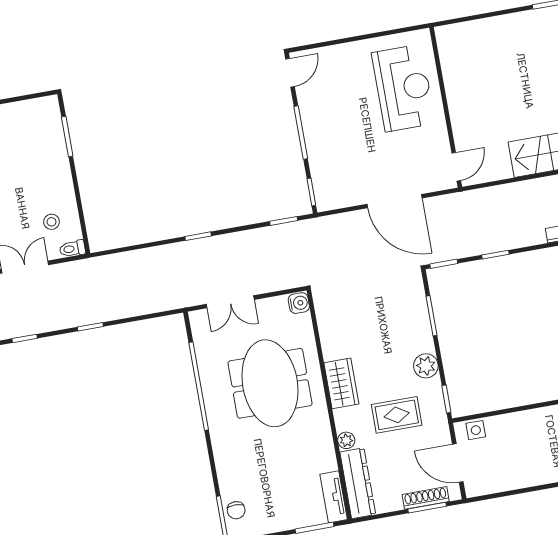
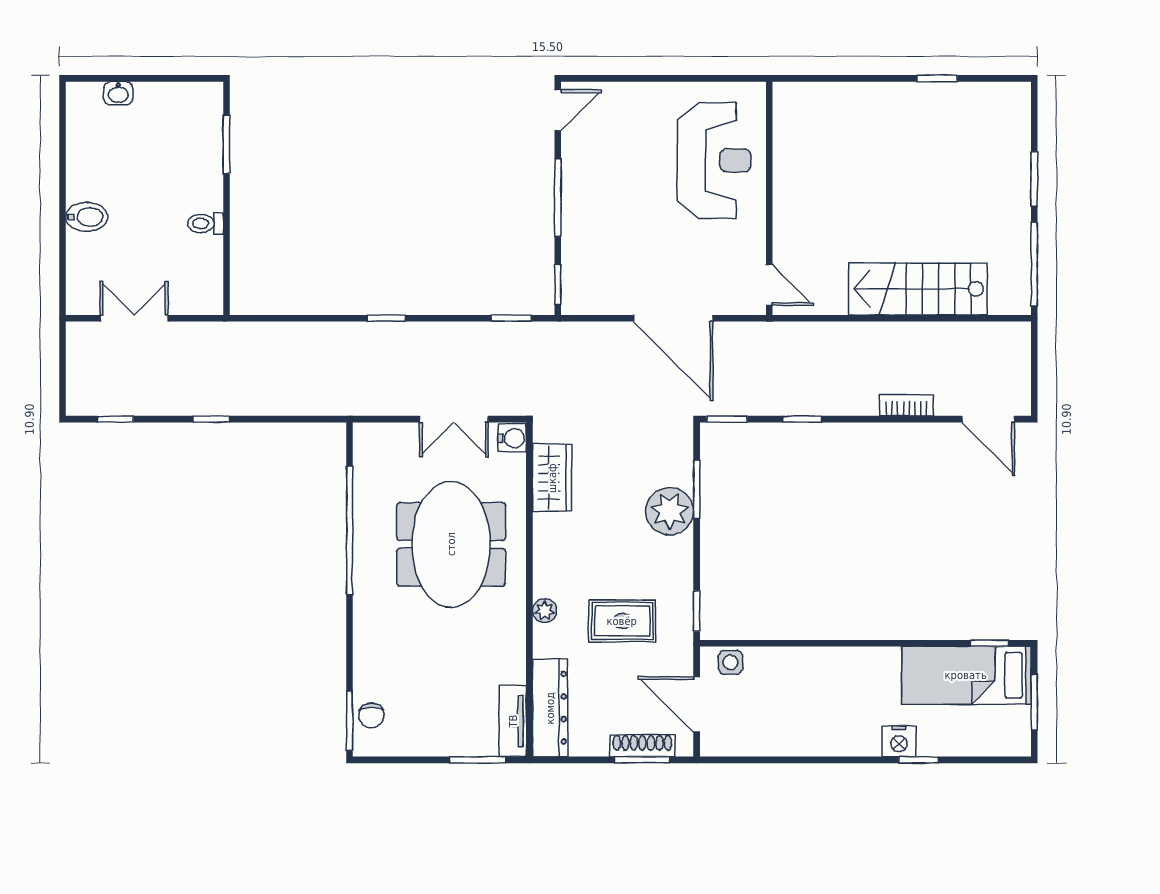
door: (456, 167) -> (769, 285), hinge flipped
stool: (51, 222) -> (183, 261), removed
toilet: (72, 249) -> (206, 224), moved
double door: (230, 302) -> (454, 419), moved
plant: (426, 366) -> (670, 511), moved, width x1.36, depth x1.36
wardrobe: (341, 383) -> (552, 478), moved
plant: (346, 440) -> (545, 611), moved

